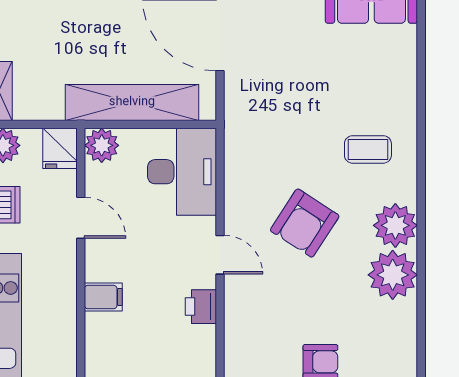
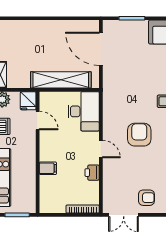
plant: (102, 145) -> (47, 99), removed
door: (81, 218) -> (38, 121), moved
armchair: (305, 223) -> (139, 135), turned 147

